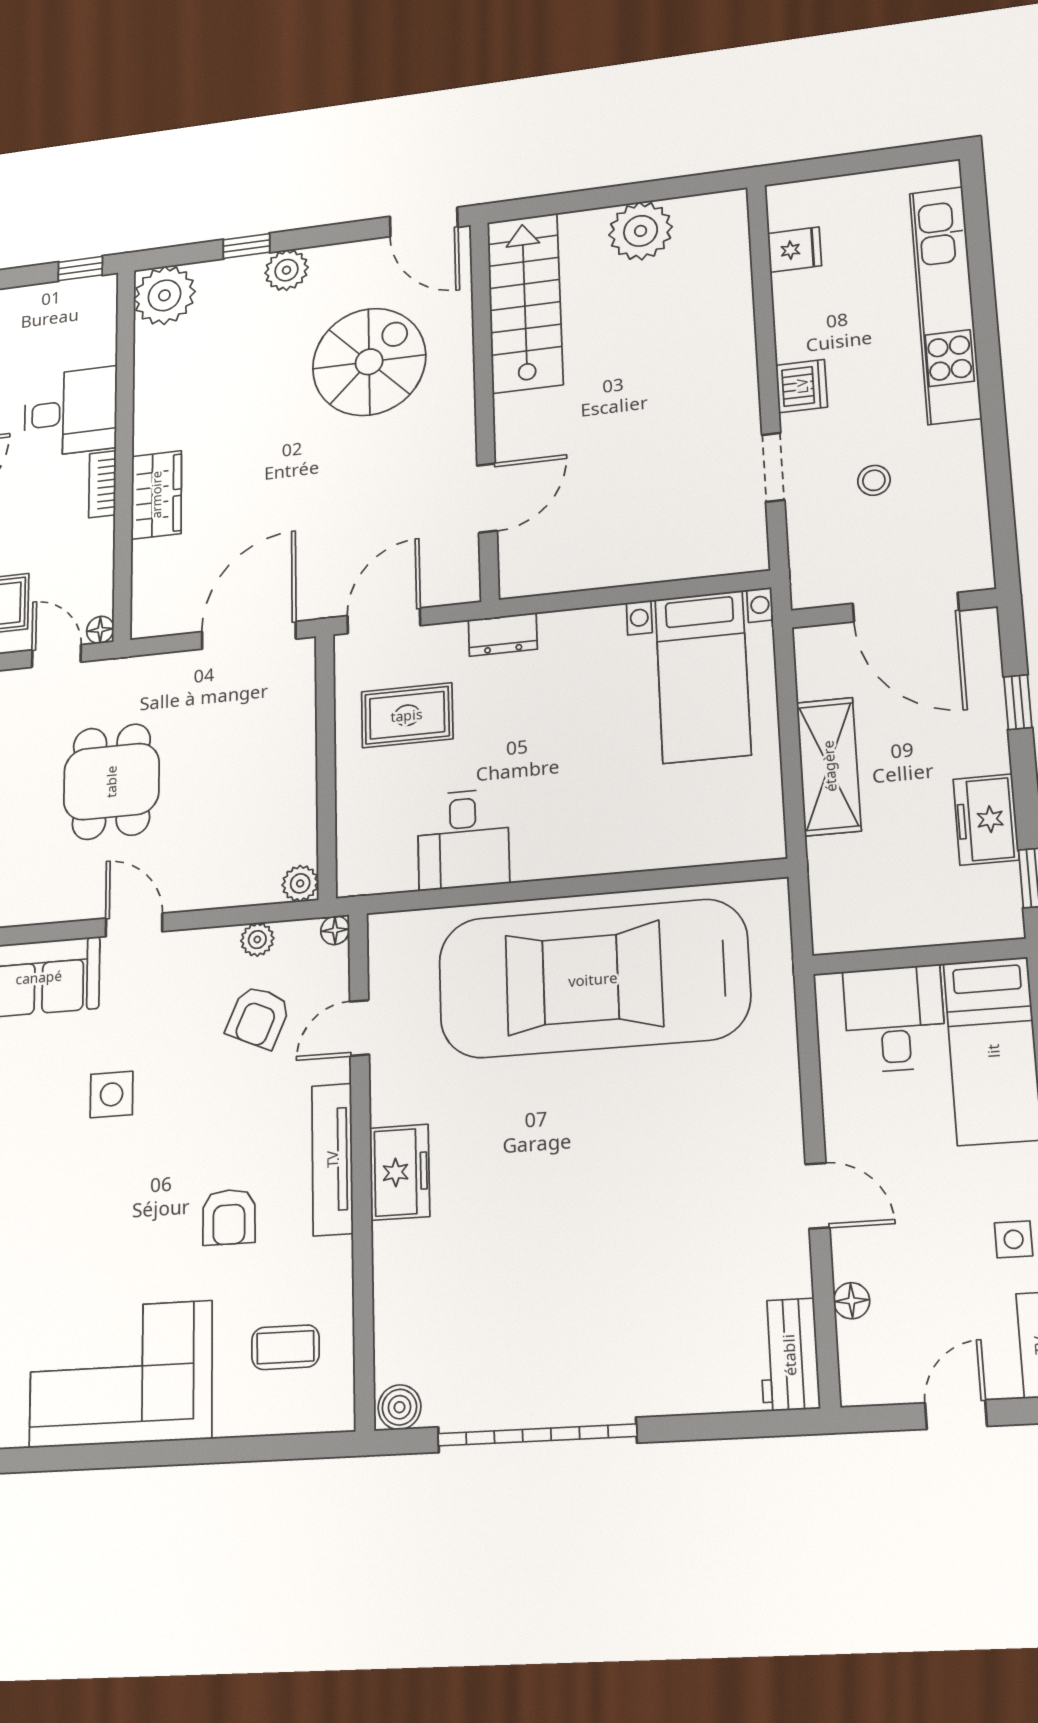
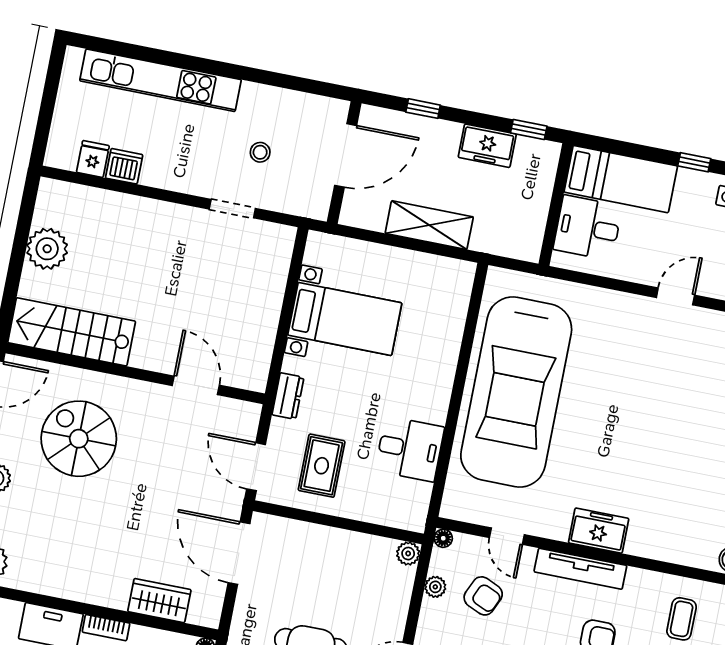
dishwasher: (802, 386) -> (124, 166), moved
wardrobe: (156, 495) -> (159, 601), moved
bed with nightstands: (703, 677) -> (345, 319), moved

